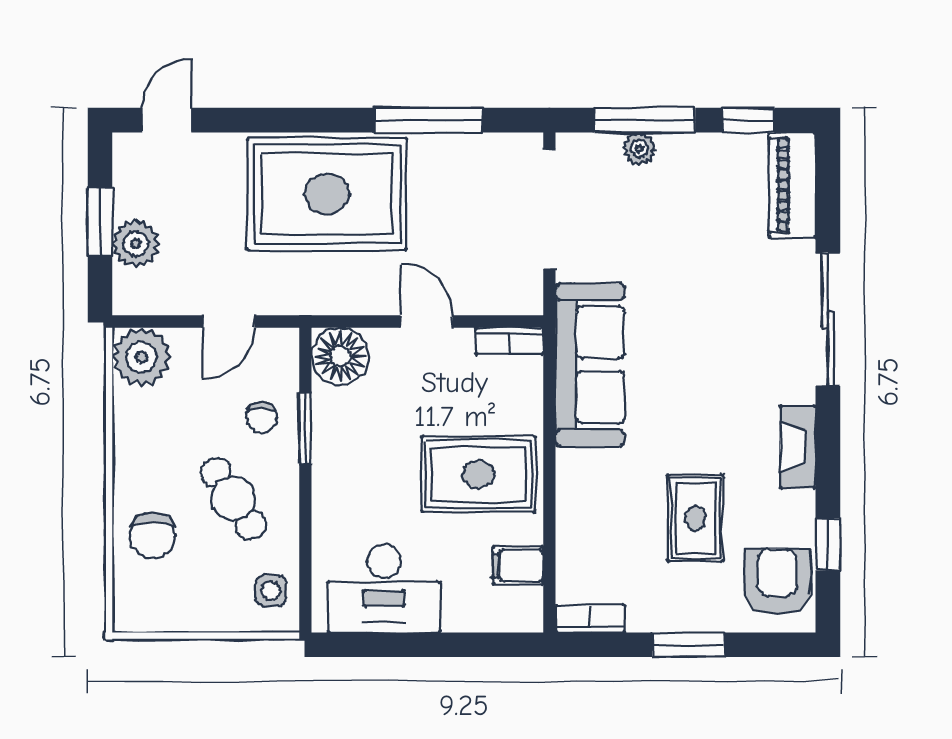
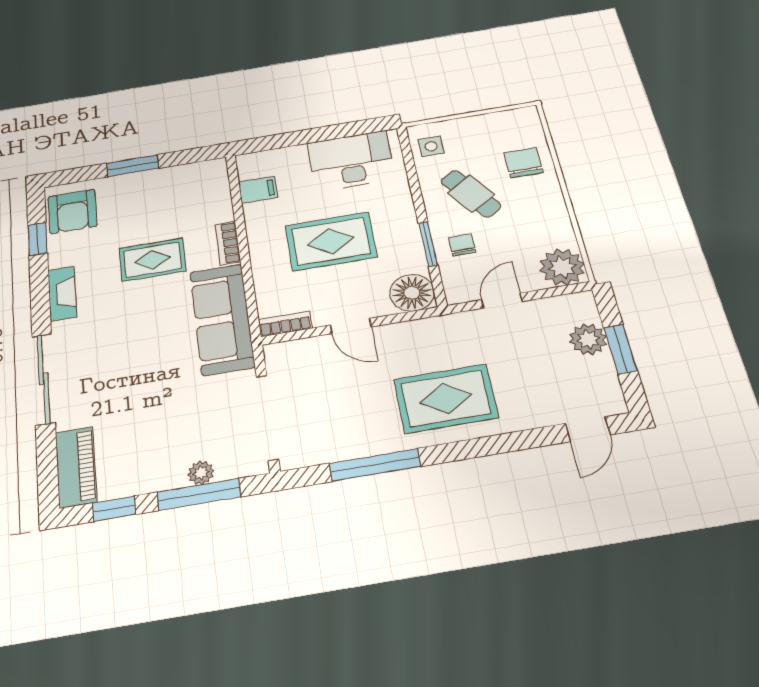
rug: (327, 194) -> (446, 399), width x0.73, depth x0.69
rug: (478, 474) -> (331, 241), moved
rug: (695, 518) -> (153, 260), moved, turned 90
bookcase: (590, 619) -> (228, 243), moved, turned 90

